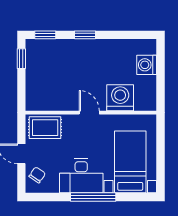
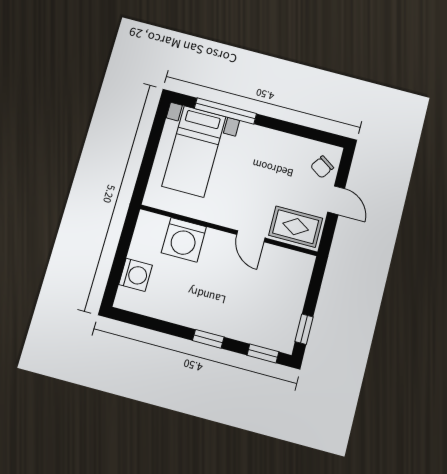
door: (89, 113) -> (251, 236), moved
desk: (81, 176) -> (264, 150), removed
window: (93, 197) -> (225, 111), moved

